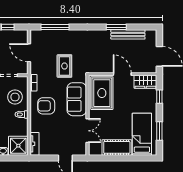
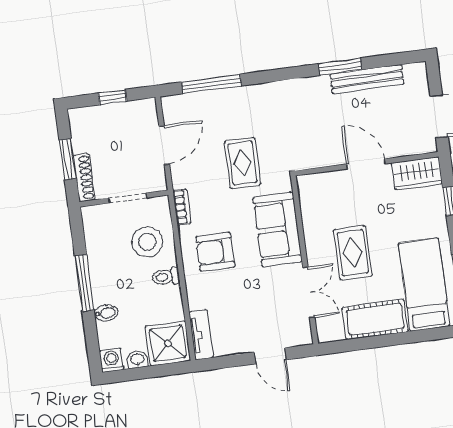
door: (29, 53) -> (164, 145), swing flipped
rug: (102, 93) -> (353, 253), moved, width x0.73, depth x0.70

